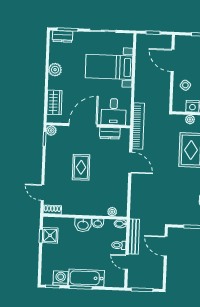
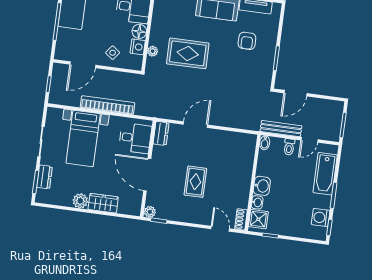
dresser: (63, 36) -> (44, 177), moved
wardrobe: (54, 102) -> (103, 203), moved
bookcase: (138, 126) -> (108, 105), moved
dresser: (110, 133) -> (161, 133), moved
rug: (81, 167) -> (195, 182), turned 90
door: (43, 192) -> (220, 229), swing flipped
plant: (112, 212) -> (250, 151), removed
washbasin: (98, 223) -> (257, 202), moved
shower: (50, 235) -> (258, 219), moved
bathtub: (86, 278) -> (325, 174), moved

